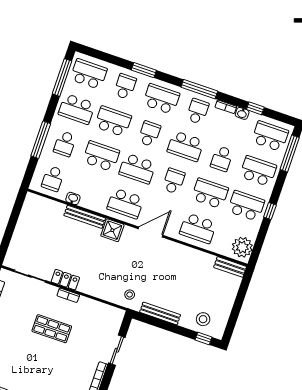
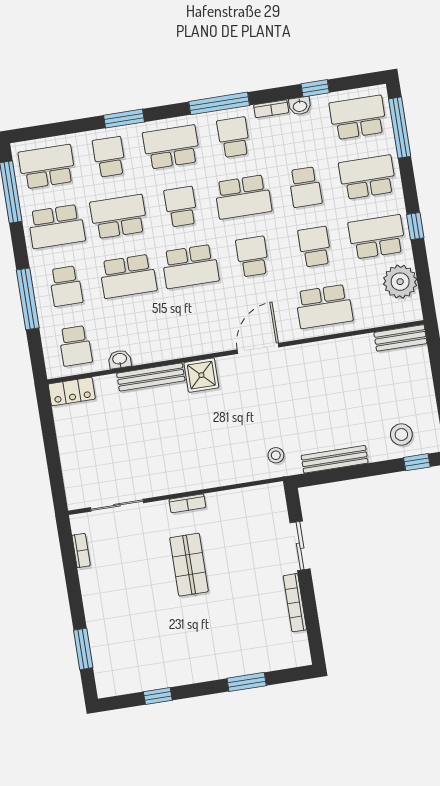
school desk: (101, 156) -> (128, 276), turned 180
school desk: (210, 193) -> (315, 247), width x0.54
school desk: (125, 203) -> (200, 326), removed
plant: (242, 247) -> (400, 282), moved
locker: (65, 280) -> (72, 391), moved, turned 180
shop shelf: (52, 329) -> (189, 565), turned 90

